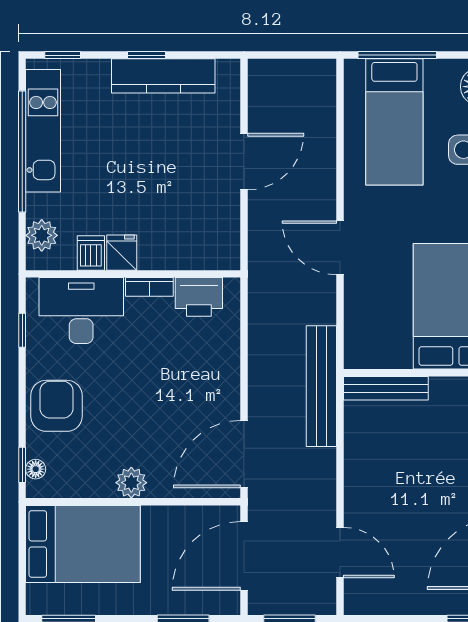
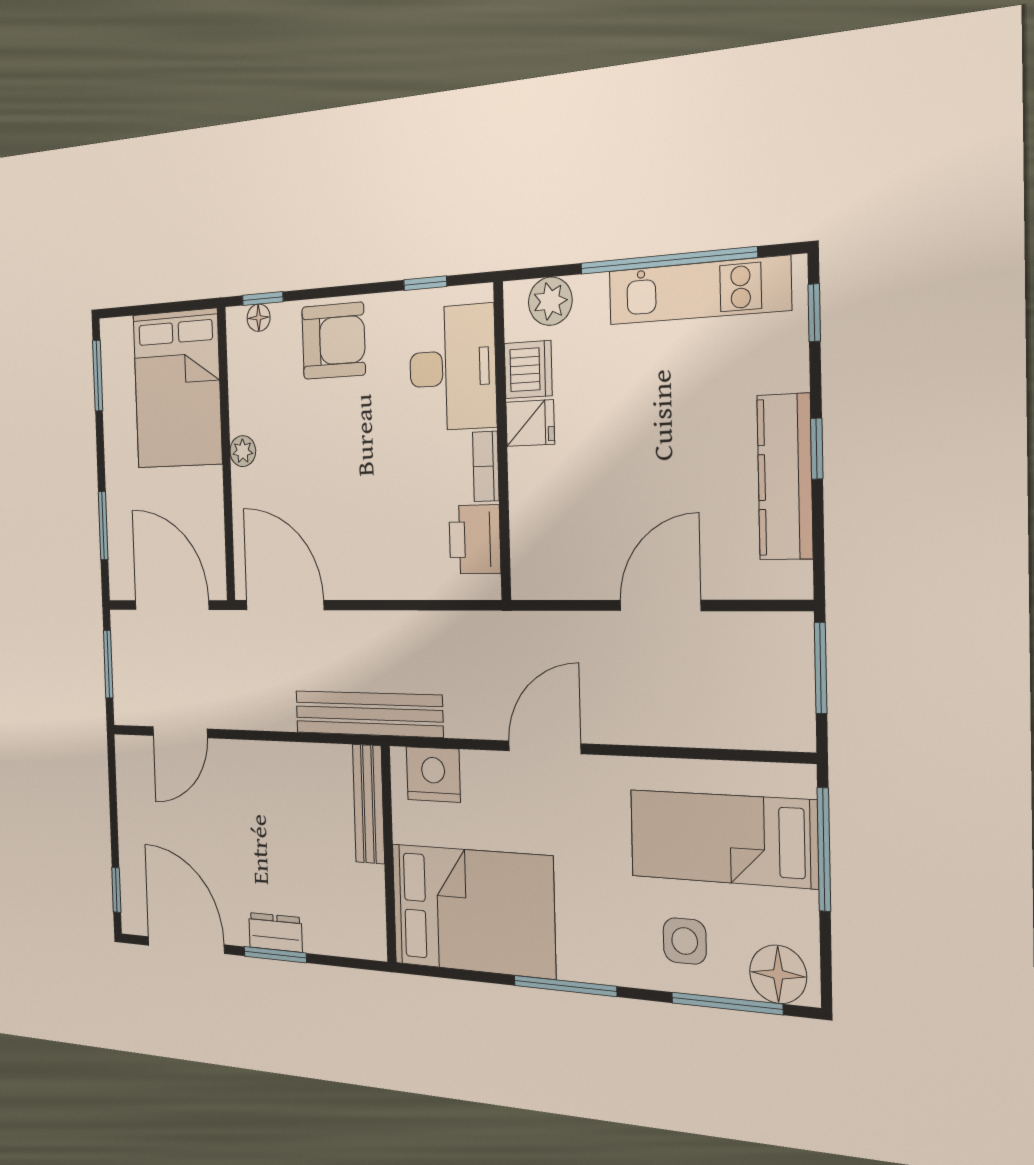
window: (283, 55) -> (821, 668), added
door: (244, 162) -> (660, 605), swing flipped
dishwasher: (91, 253) -> (528, 370), width x1.38
nightstand: (362, 335) -> (433, 775), added
plant: (131, 483) -> (243, 451), width x0.73, depth x0.73

